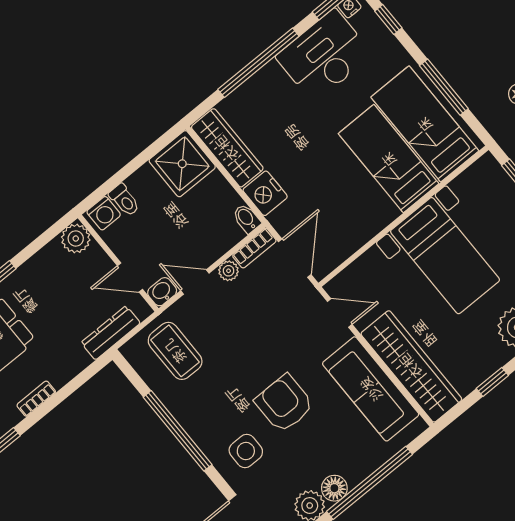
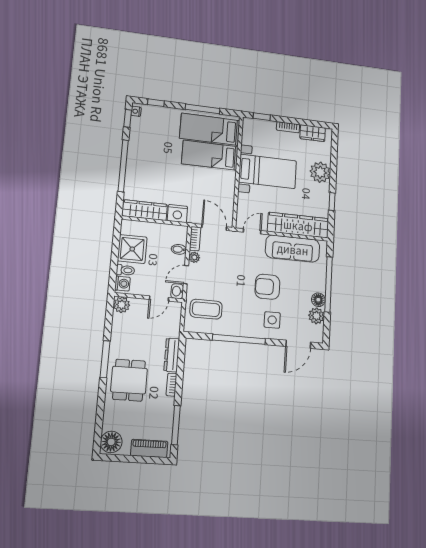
desk: (324, 56) -> (146, 139), removed
shower: (182, 164) -> (132, 249), moved
bidet: (247, 218) -> (179, 249), moved
dresser: (111, 333) -> (172, 355), moved

